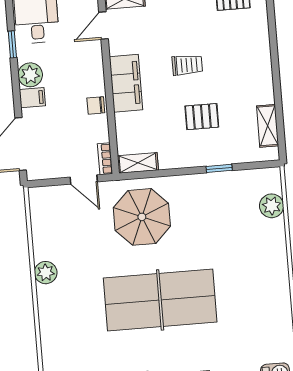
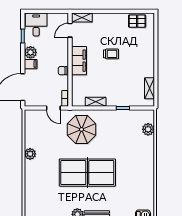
pallet: (202, 117) -> (116, 81), removed
shelving: (138, 163) -> (96, 102), moved

